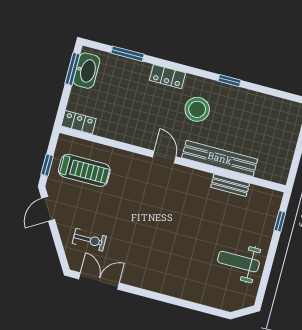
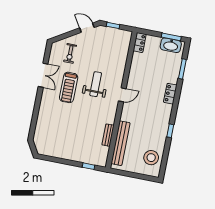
stool: (197, 109) -> (151, 158), moved
bench: (220, 158) -> (121, 143), moved
treadmill: (84, 170) -> (69, 87), moved
weight bench: (238, 262) -> (96, 84), moved
double door: (99, 281) -> (43, 75), moved

